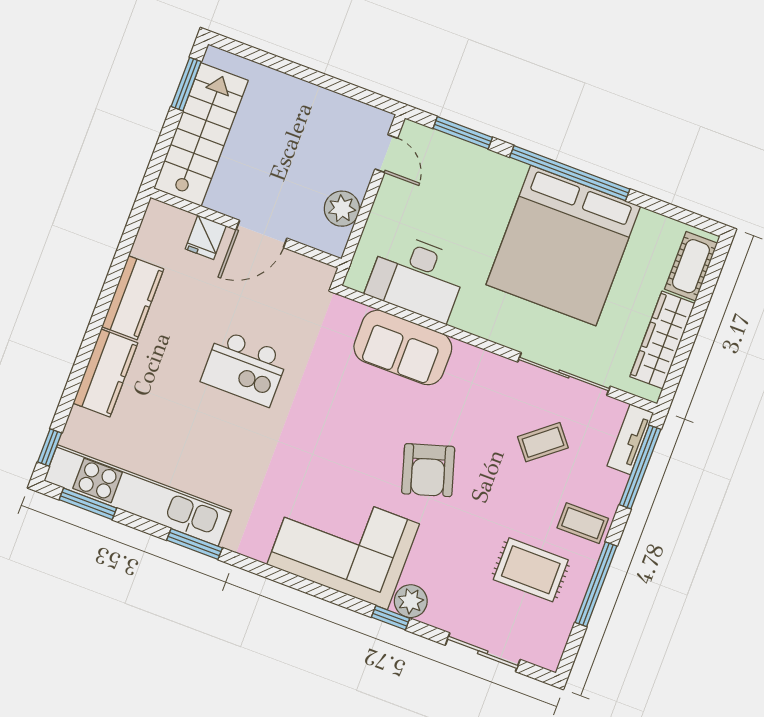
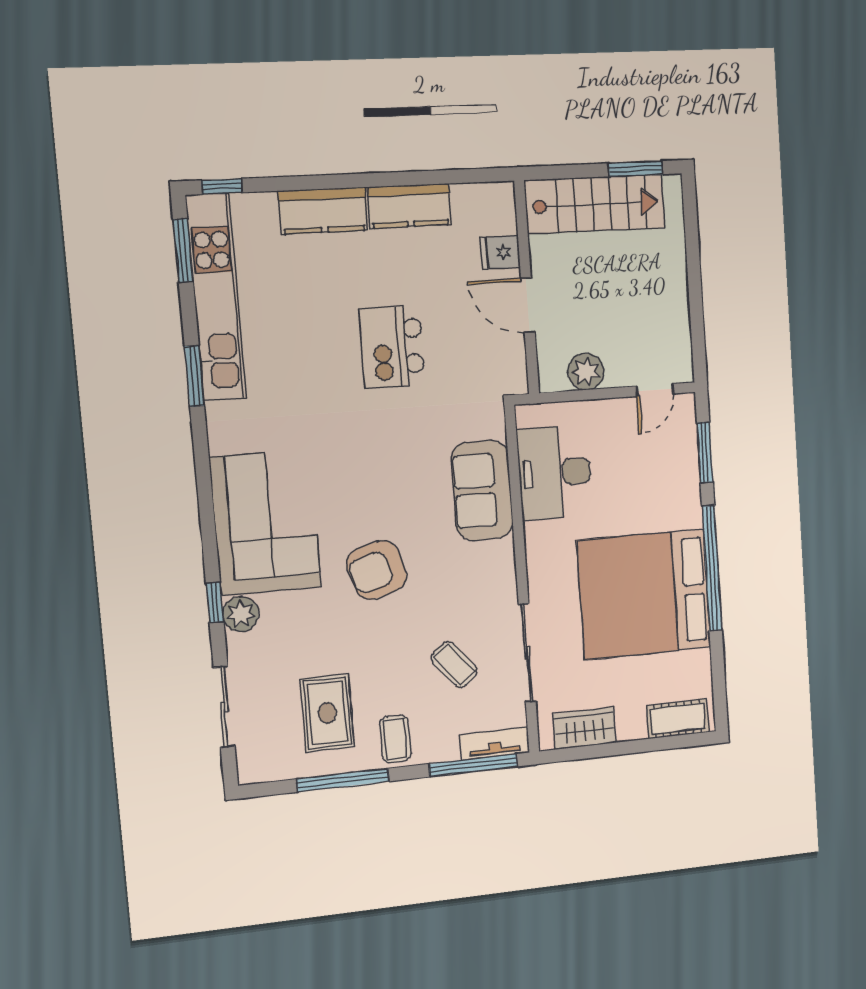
wardrobe: (662, 340) -> (584, 728), width x0.67

